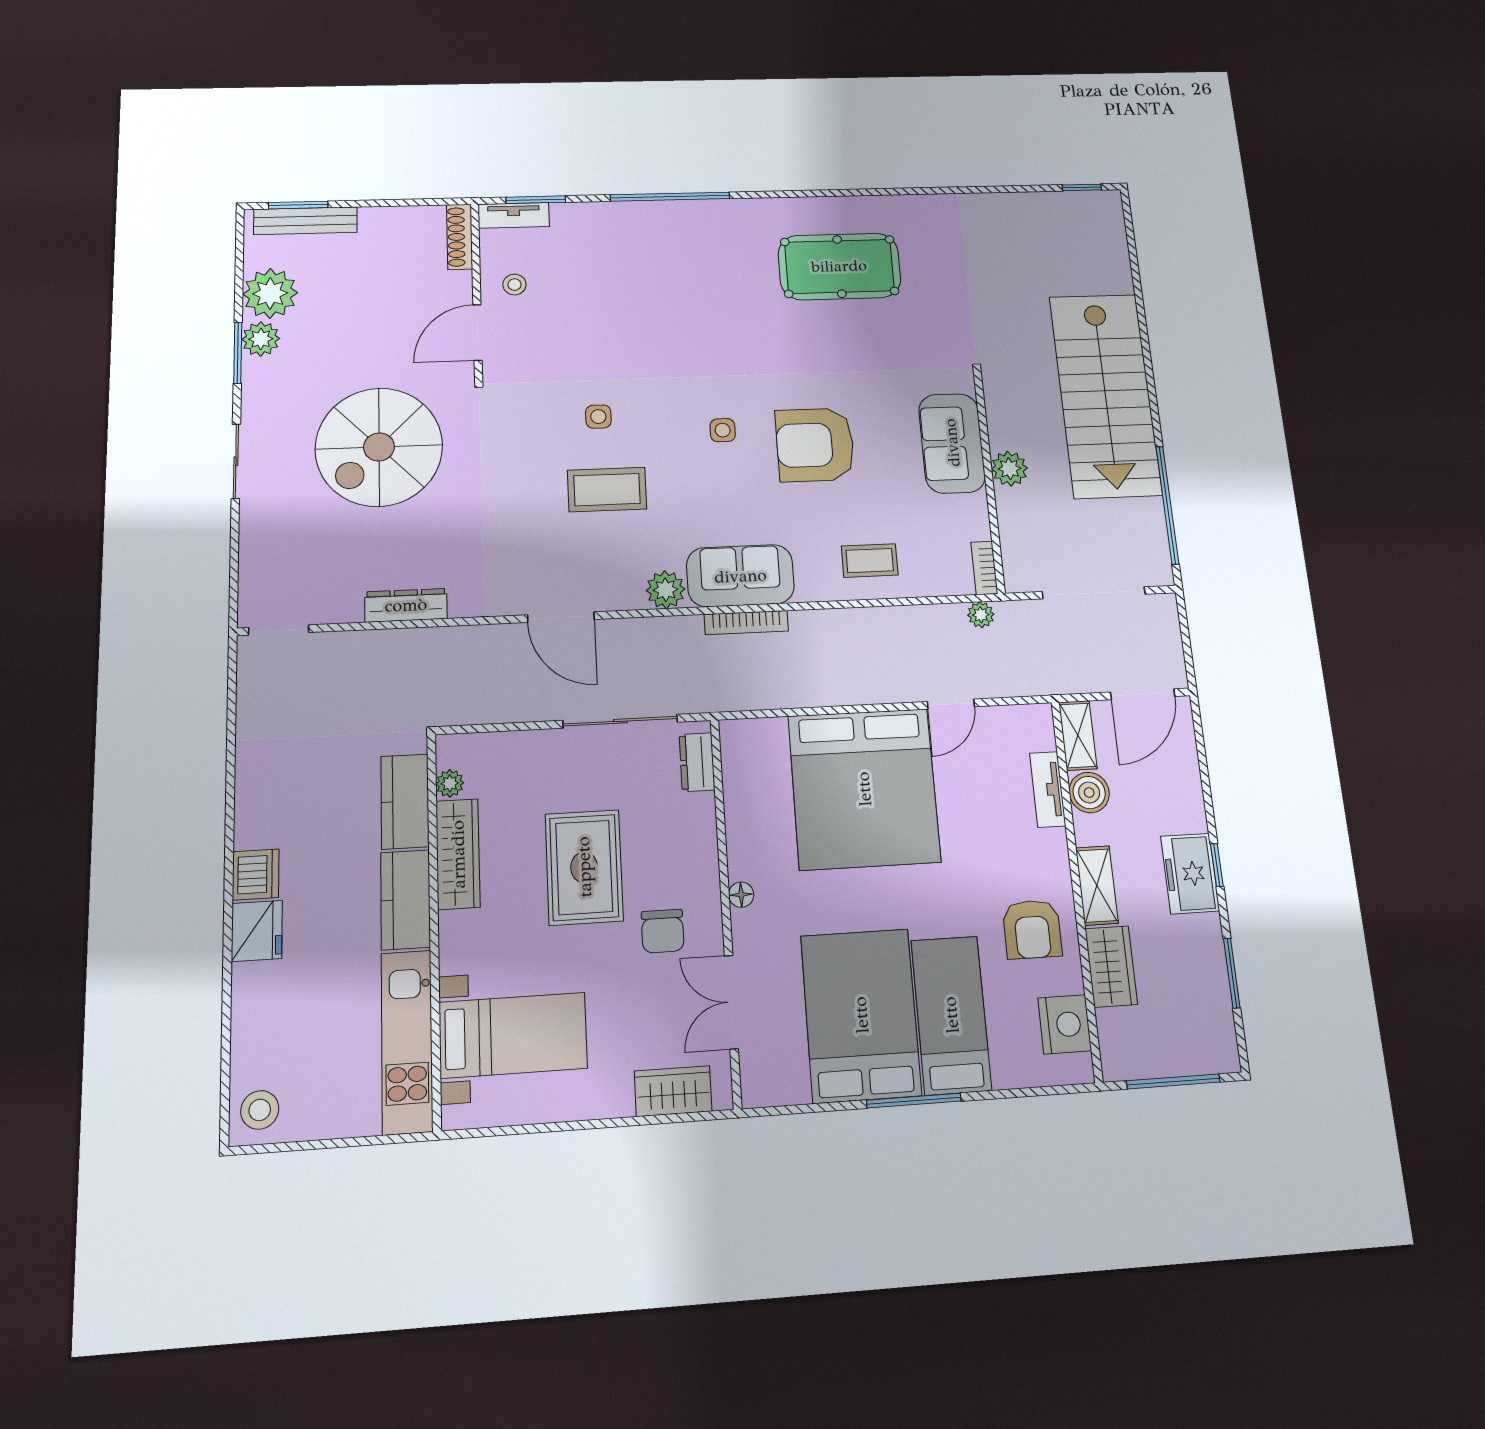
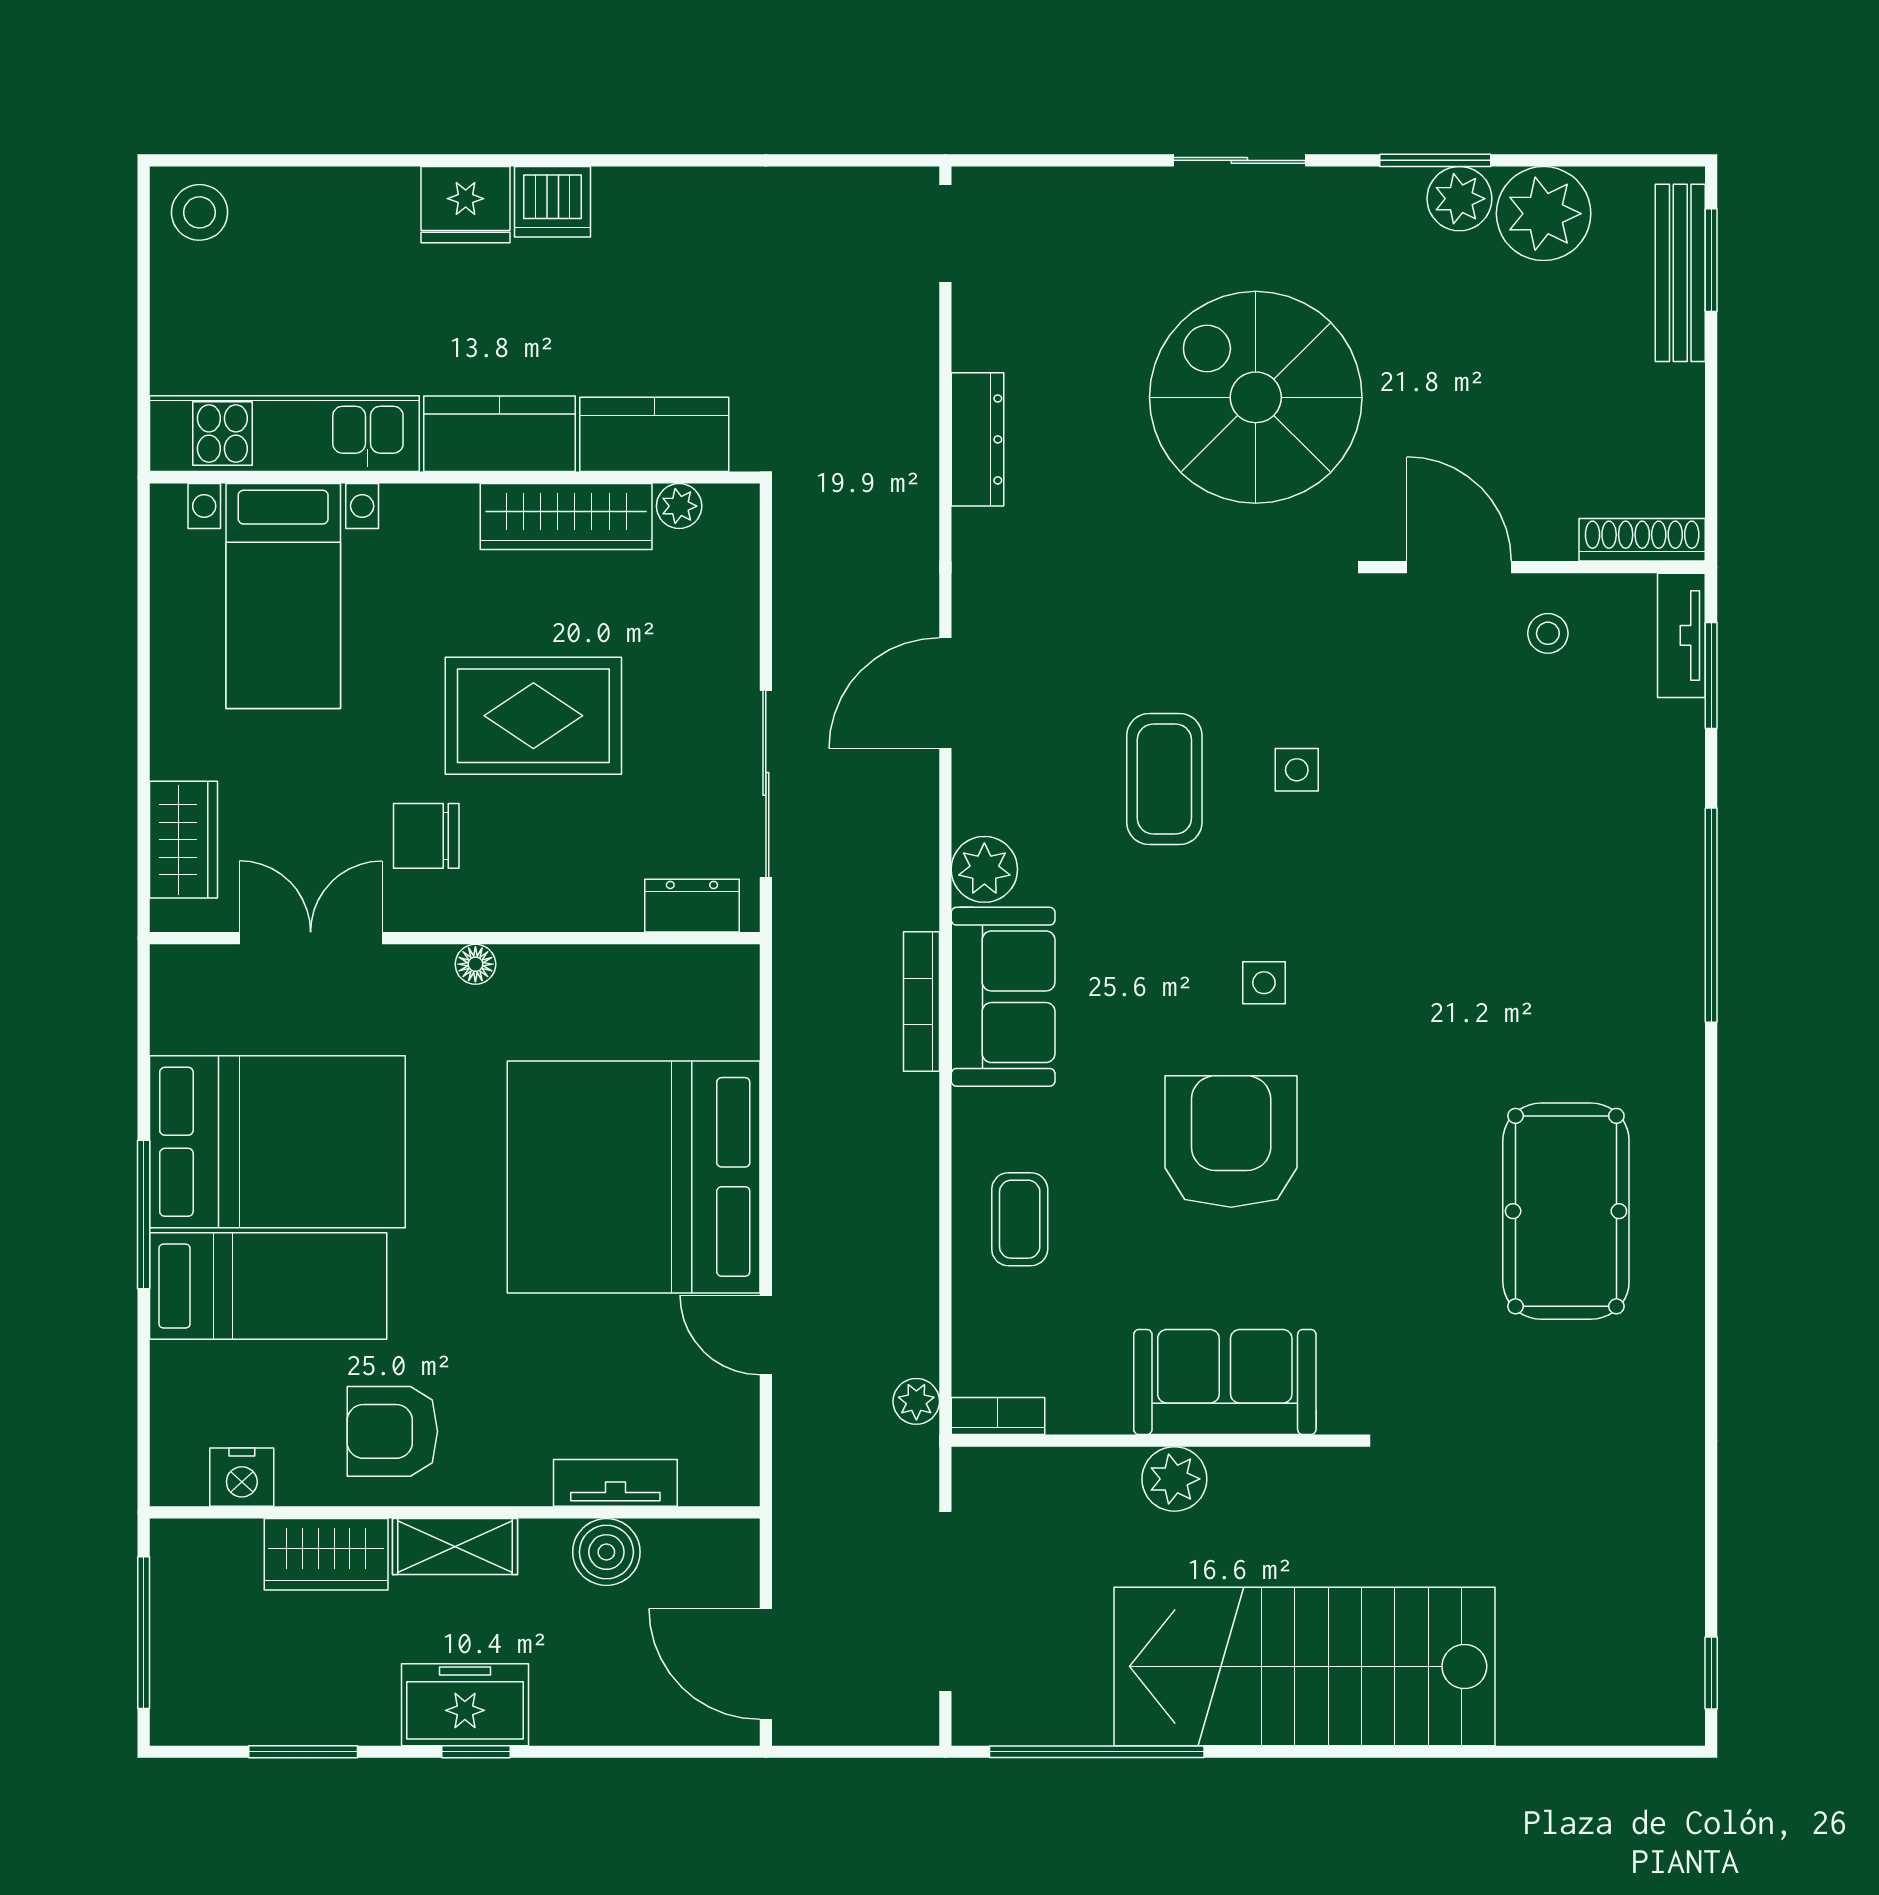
shelving: (1078, 735) -> (702, 1544), removed
nightstand: (1065, 1024) -> (242, 1477), width x0.74, depth x0.75

